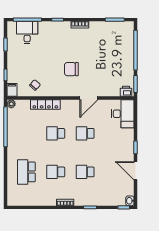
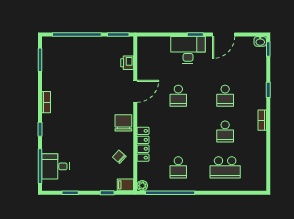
chair: (71, 69) -> (123, 123), moved, turned 180
printer: (126, 91) -> (127, 63), moved
door: (89, 98) -> (135, 91), hinge flipped
desk: (123, 114) -> (188, 50), moved
school desk: (56, 133) -> (178, 167), moved

